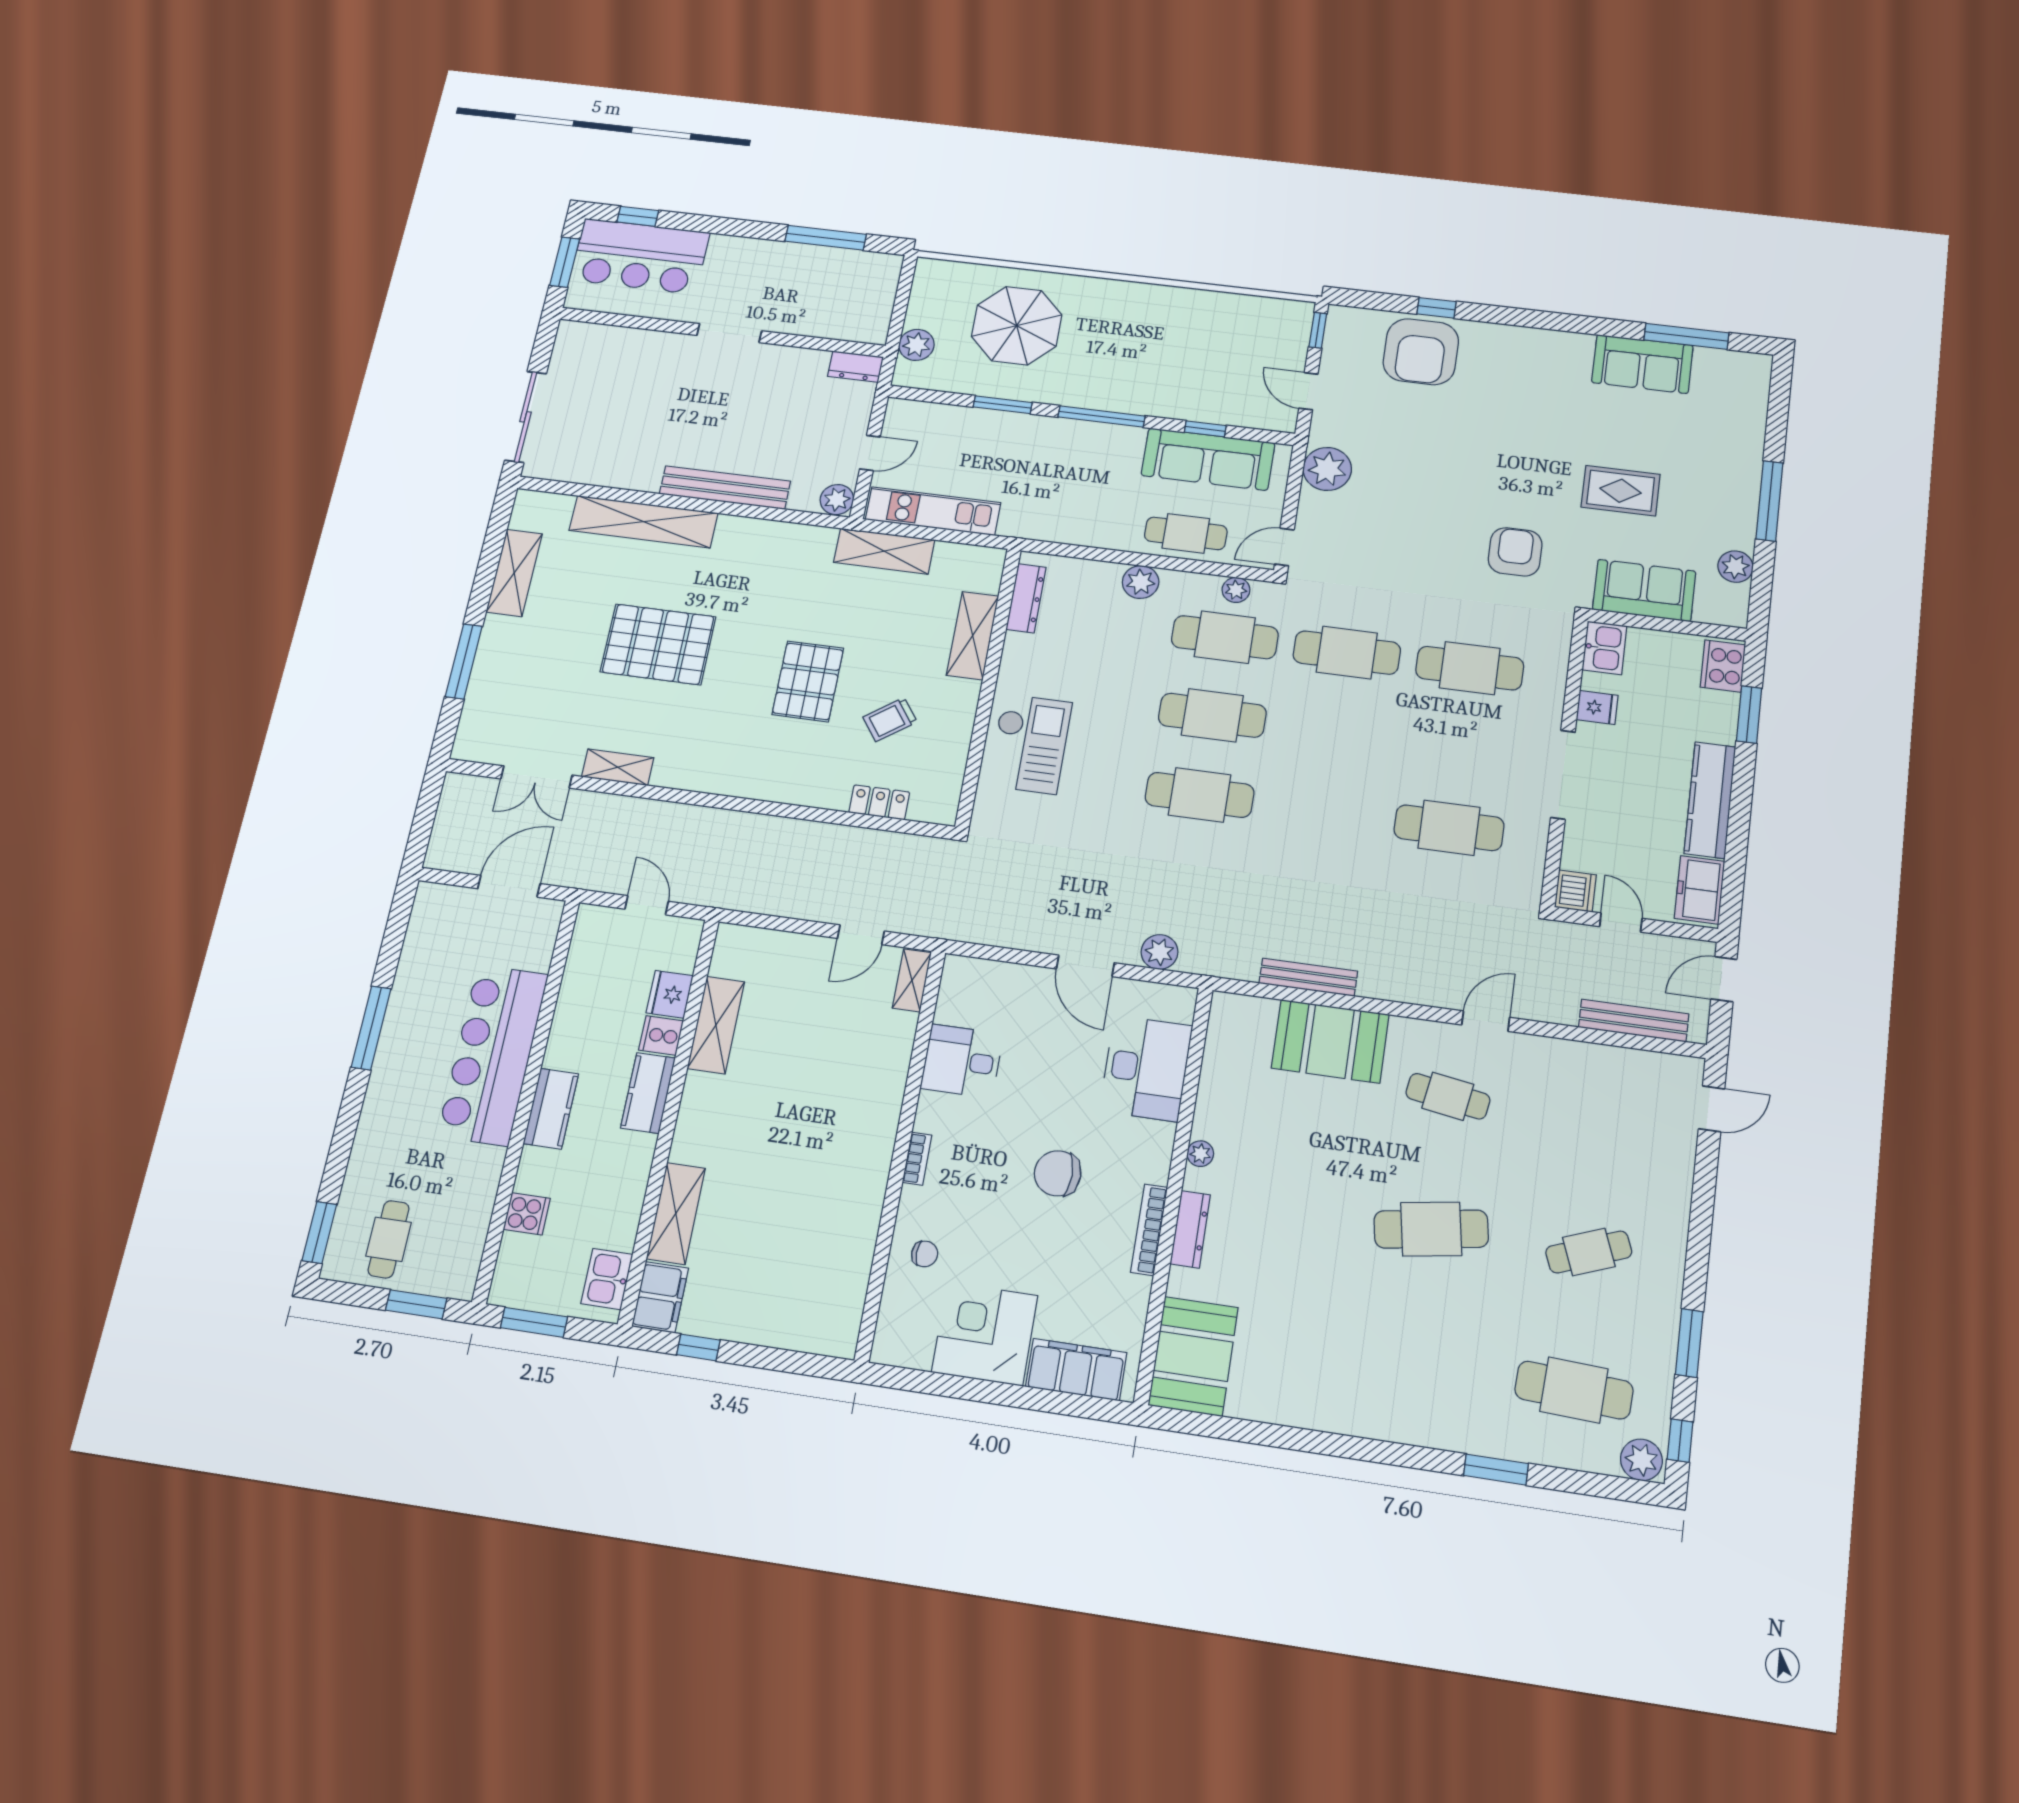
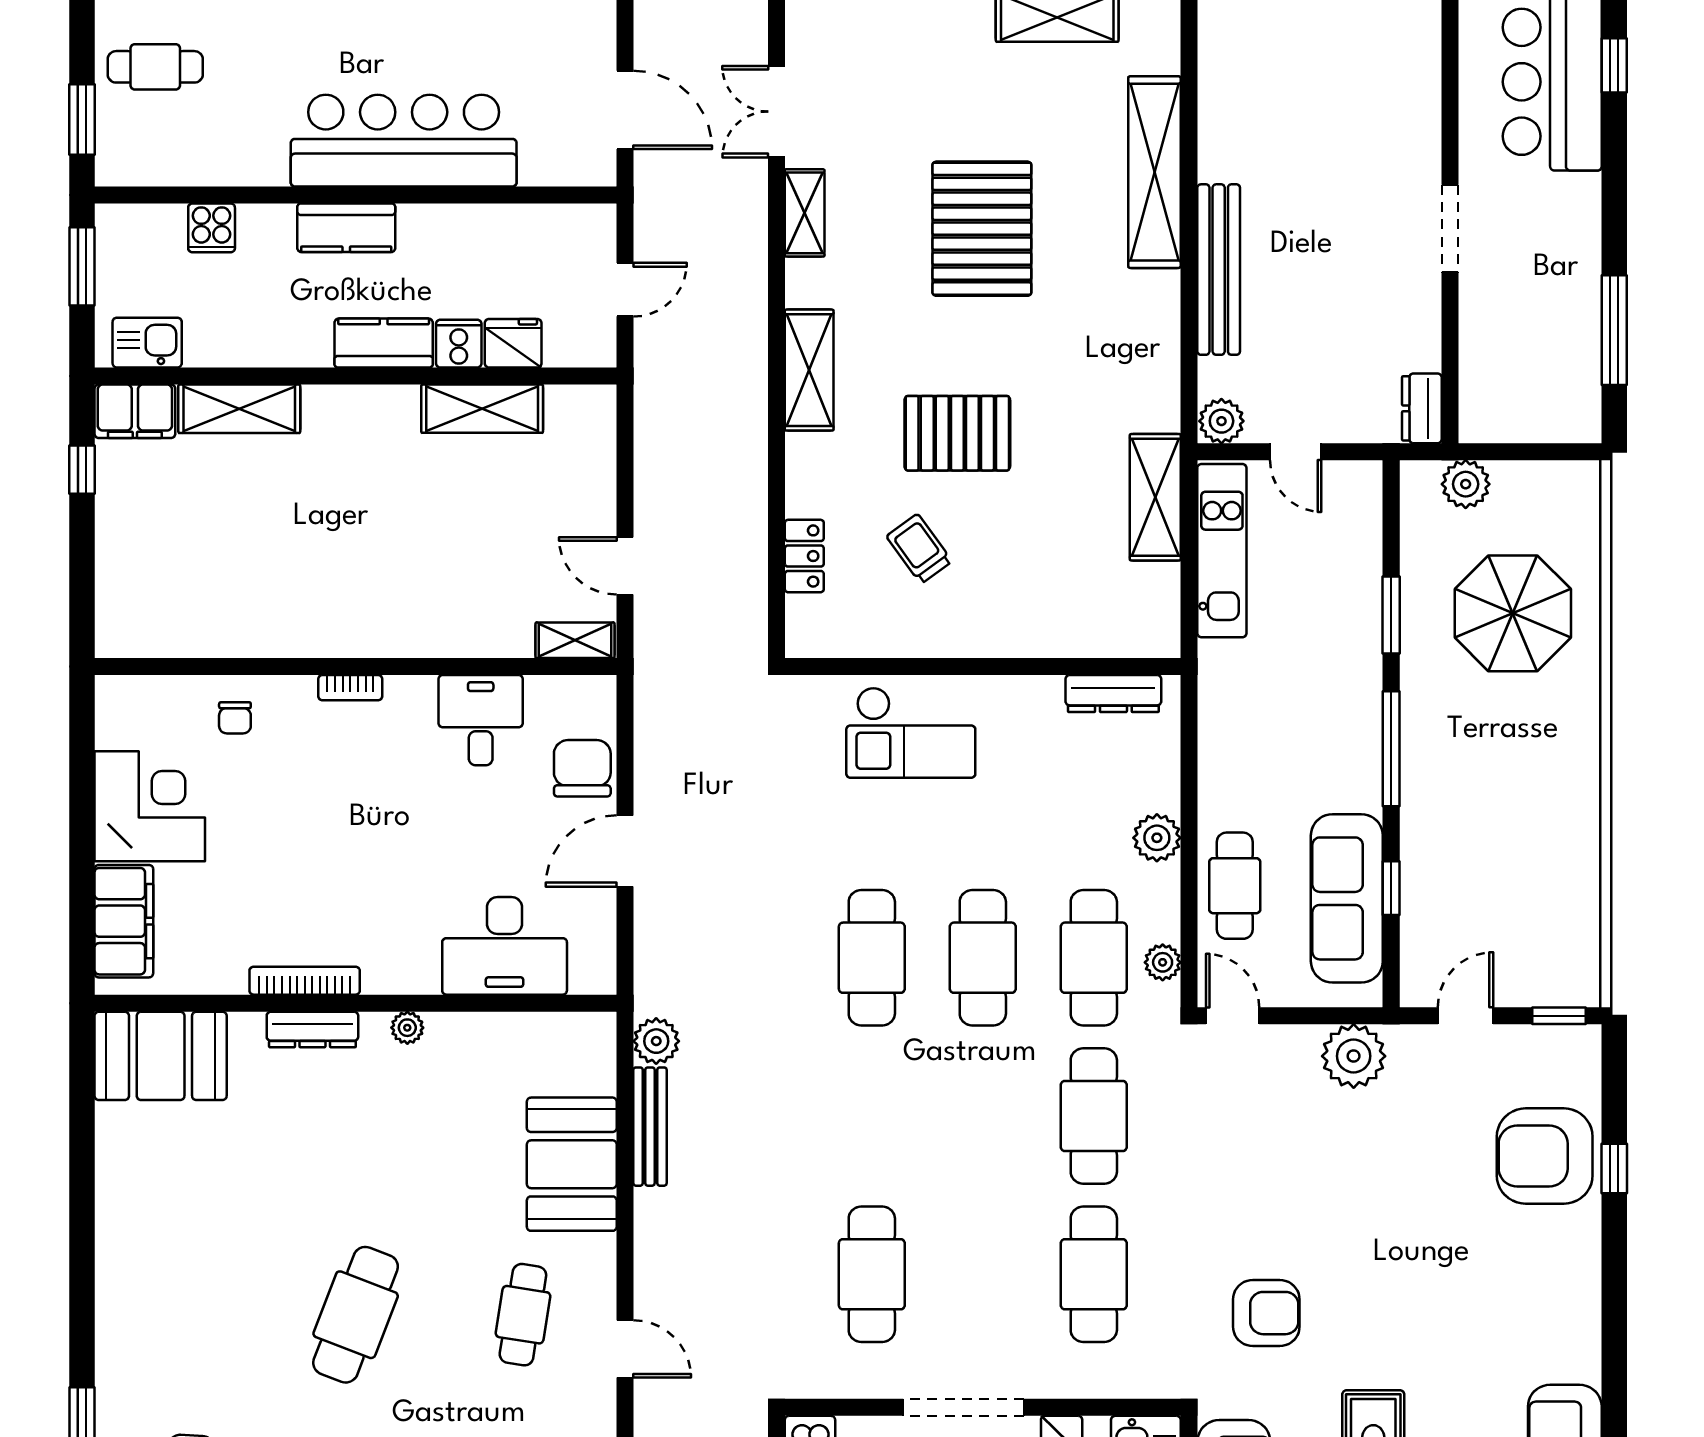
shelving: (973, 636) -> (809, 370), moved, turned 90
plant: (1159, 952) -> (656, 1041), moved
chair: (1058, 1173) -> (582, 768), moved
cafe table: (1431, 1229) -> (356, 1315), turned 30

